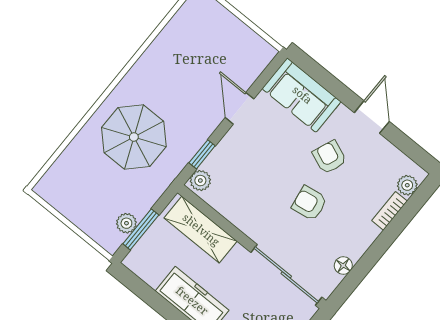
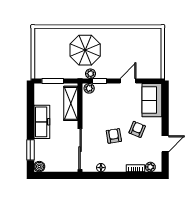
door: (372, 117) -> (165, 144), moved
plant: (126, 223) -> (90, 74), moved

